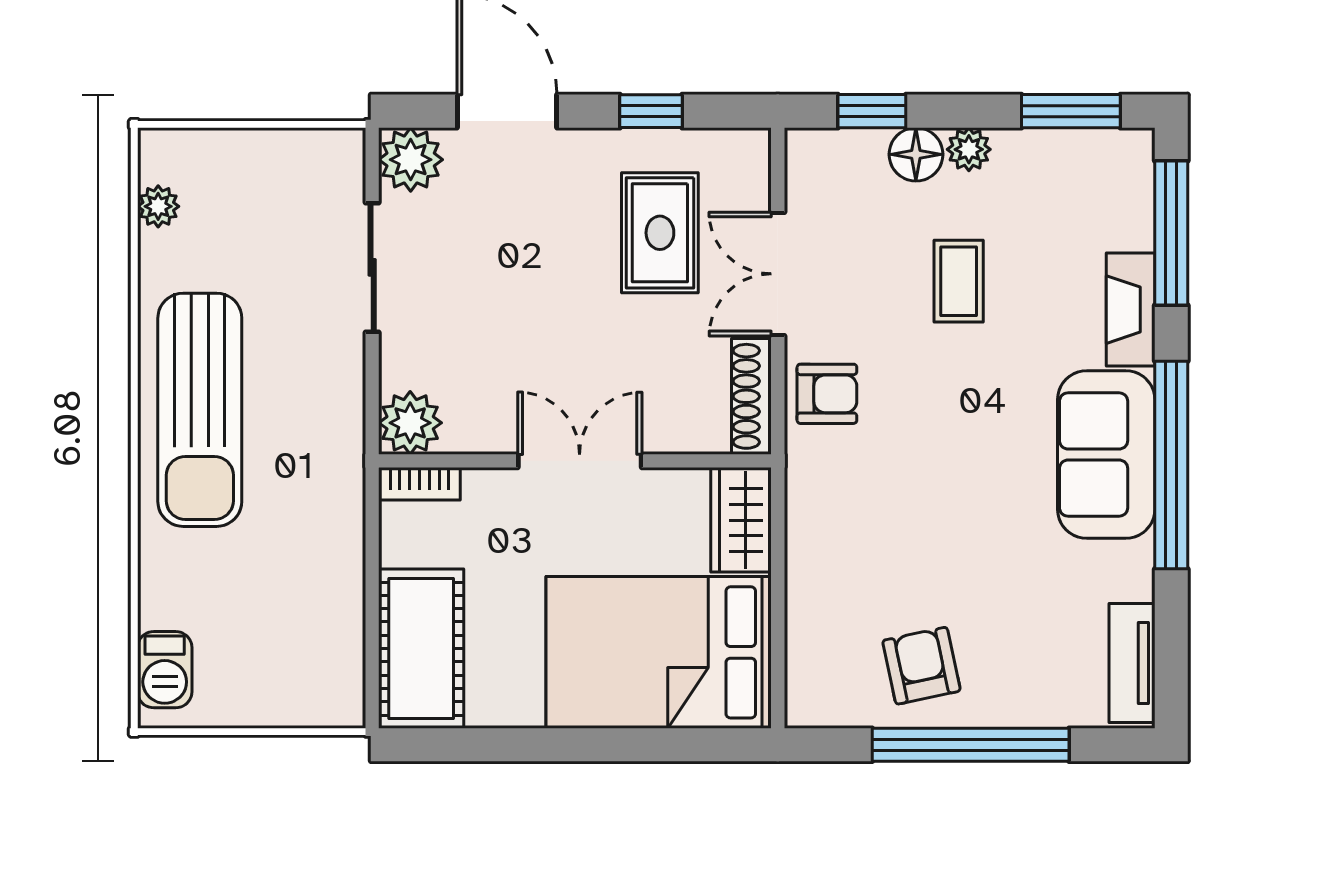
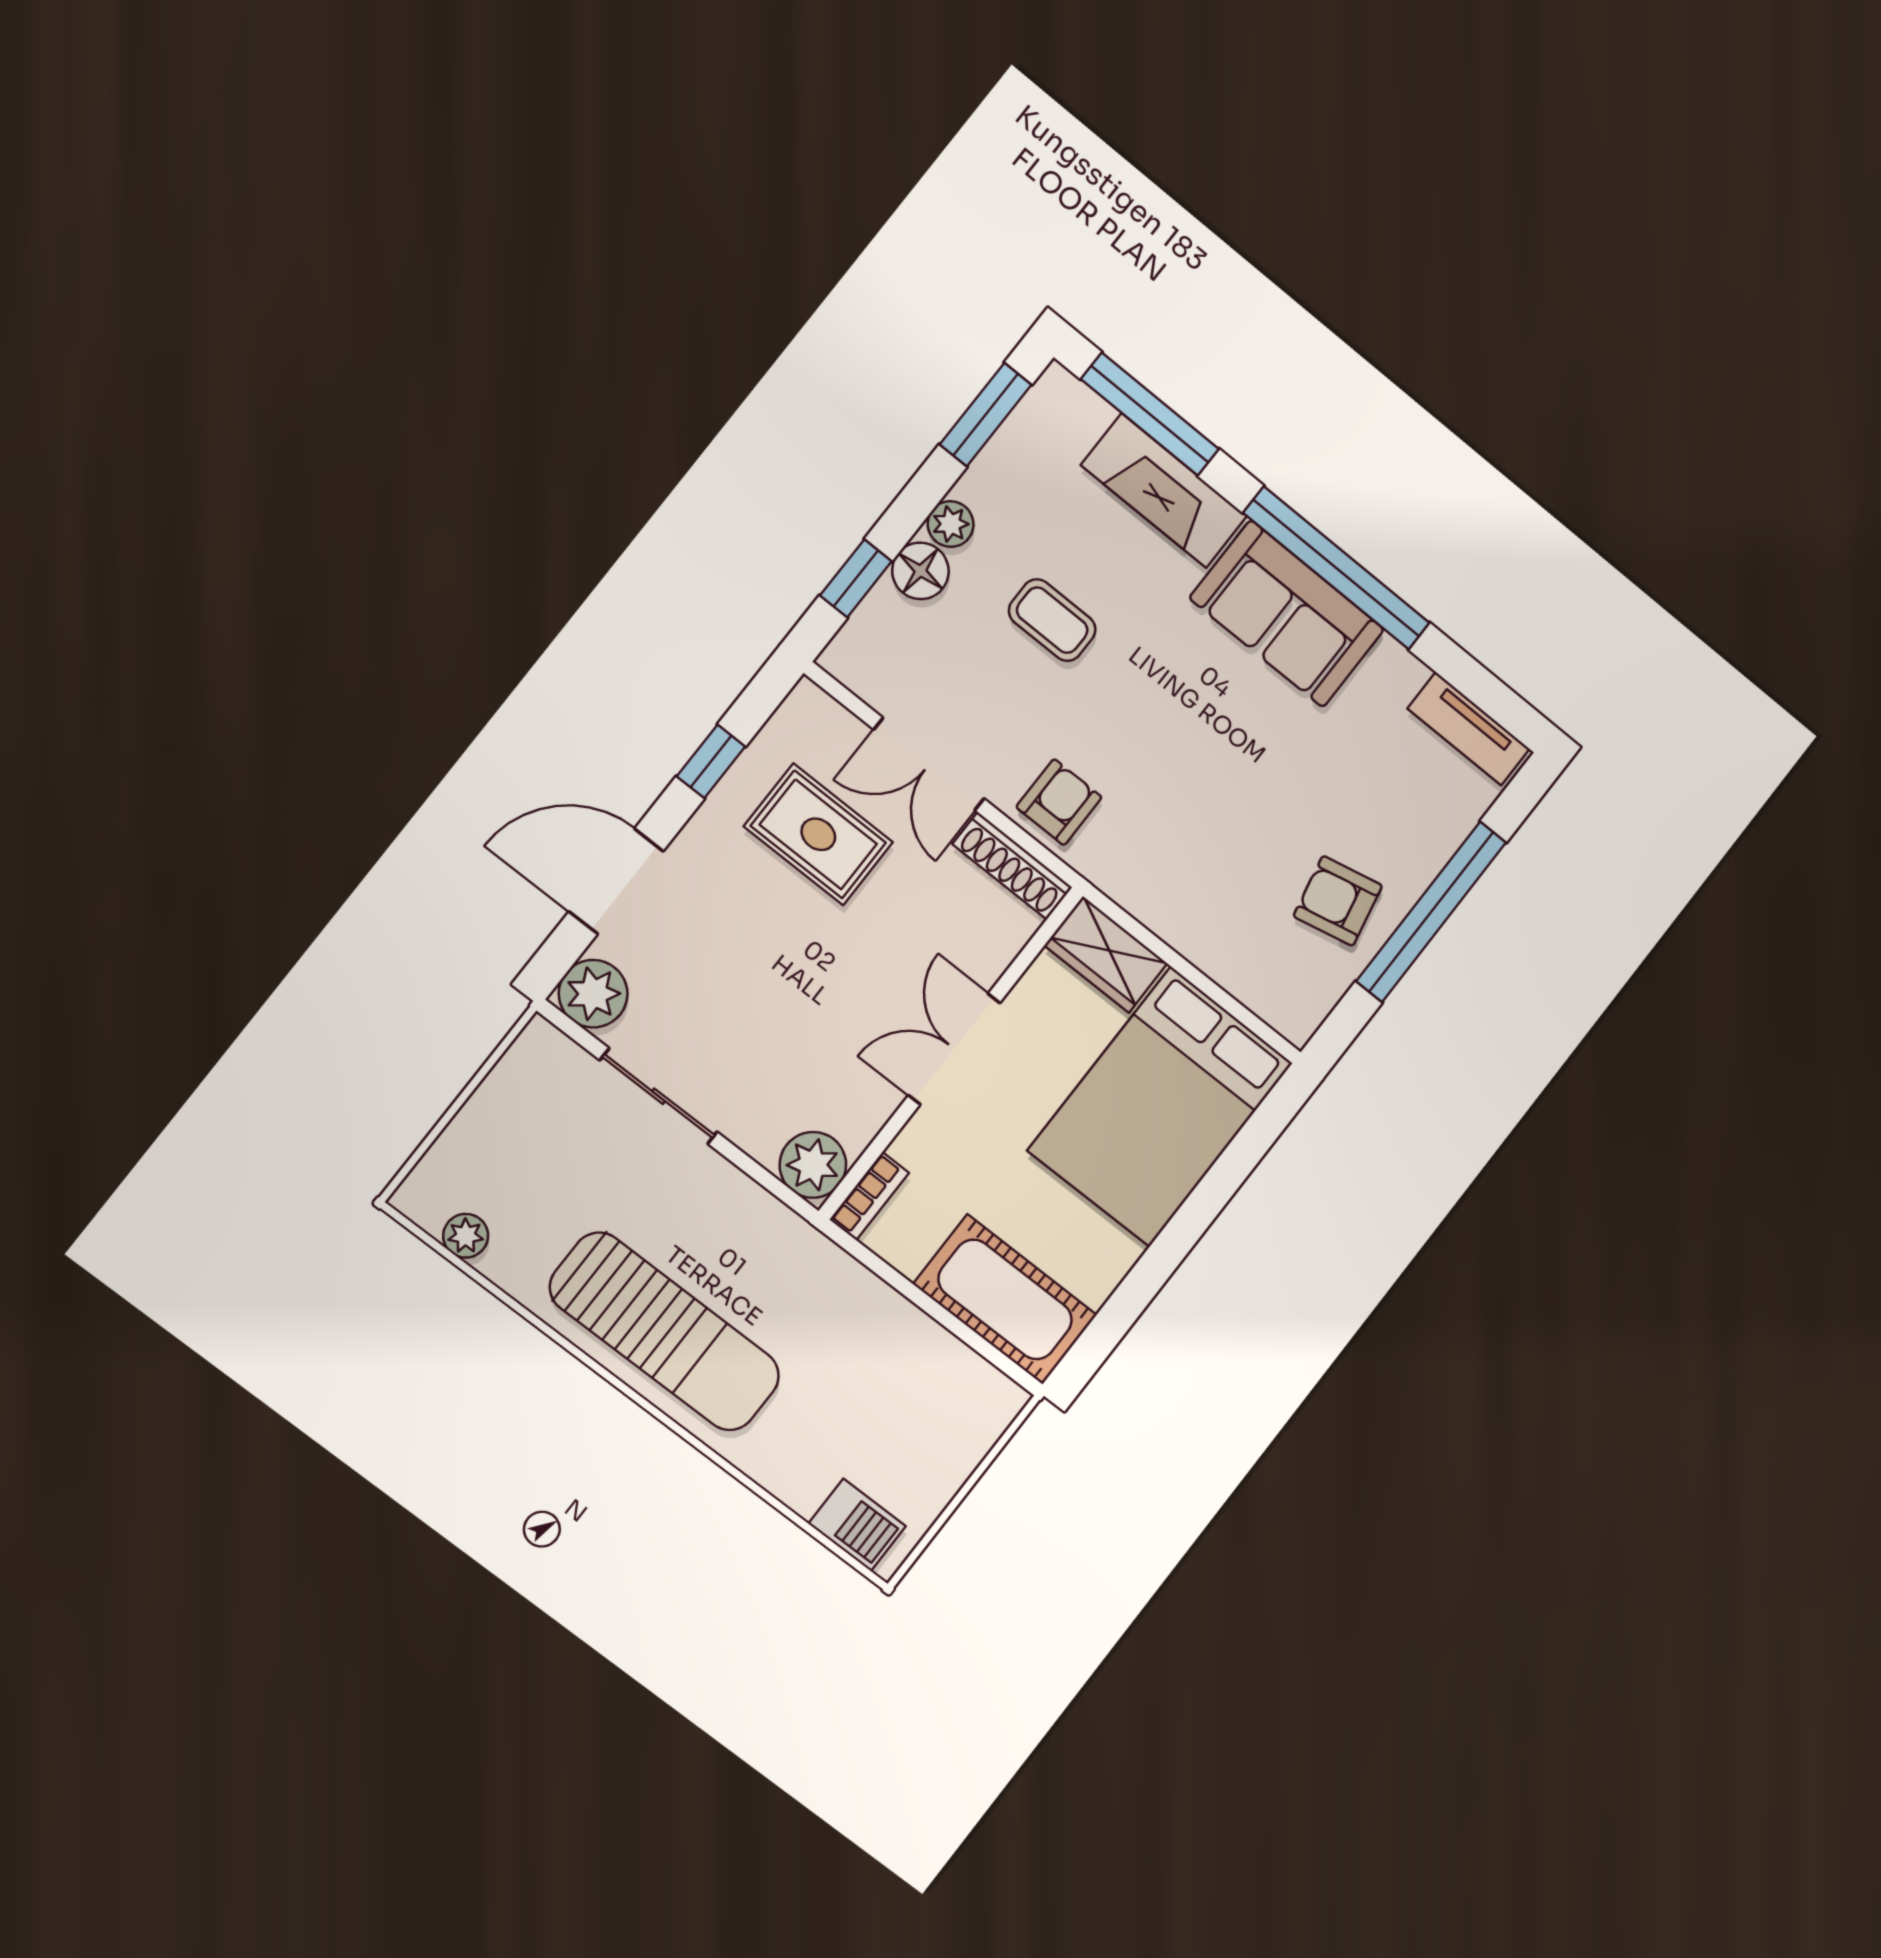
fireplace: (1131, 310) -> (1164, 491), width x1.37, depth x1.32

